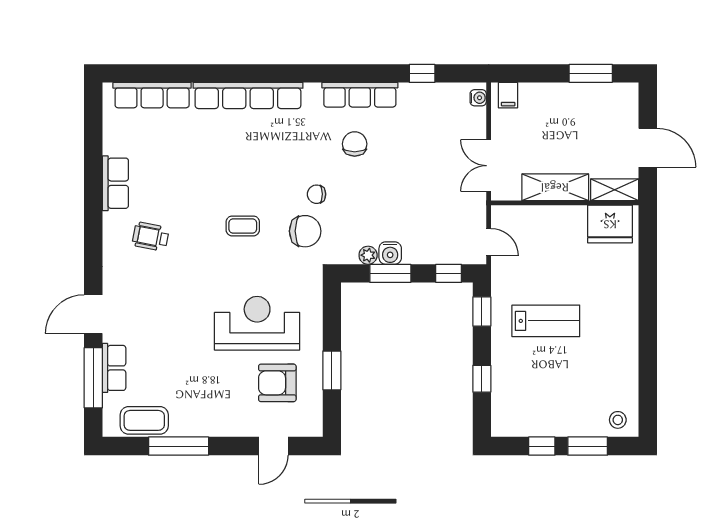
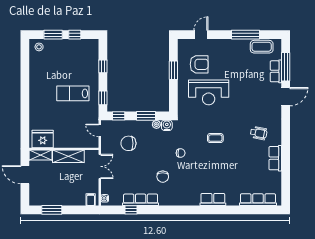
row of seats: (248, 95) -> (213, 199), width x0.50
row of seats: (360, 95) -> (141, 200), moved
chair: (305, 231) -> (128, 143), moved
water cooler: (390, 253) -> (167, 125), moved

